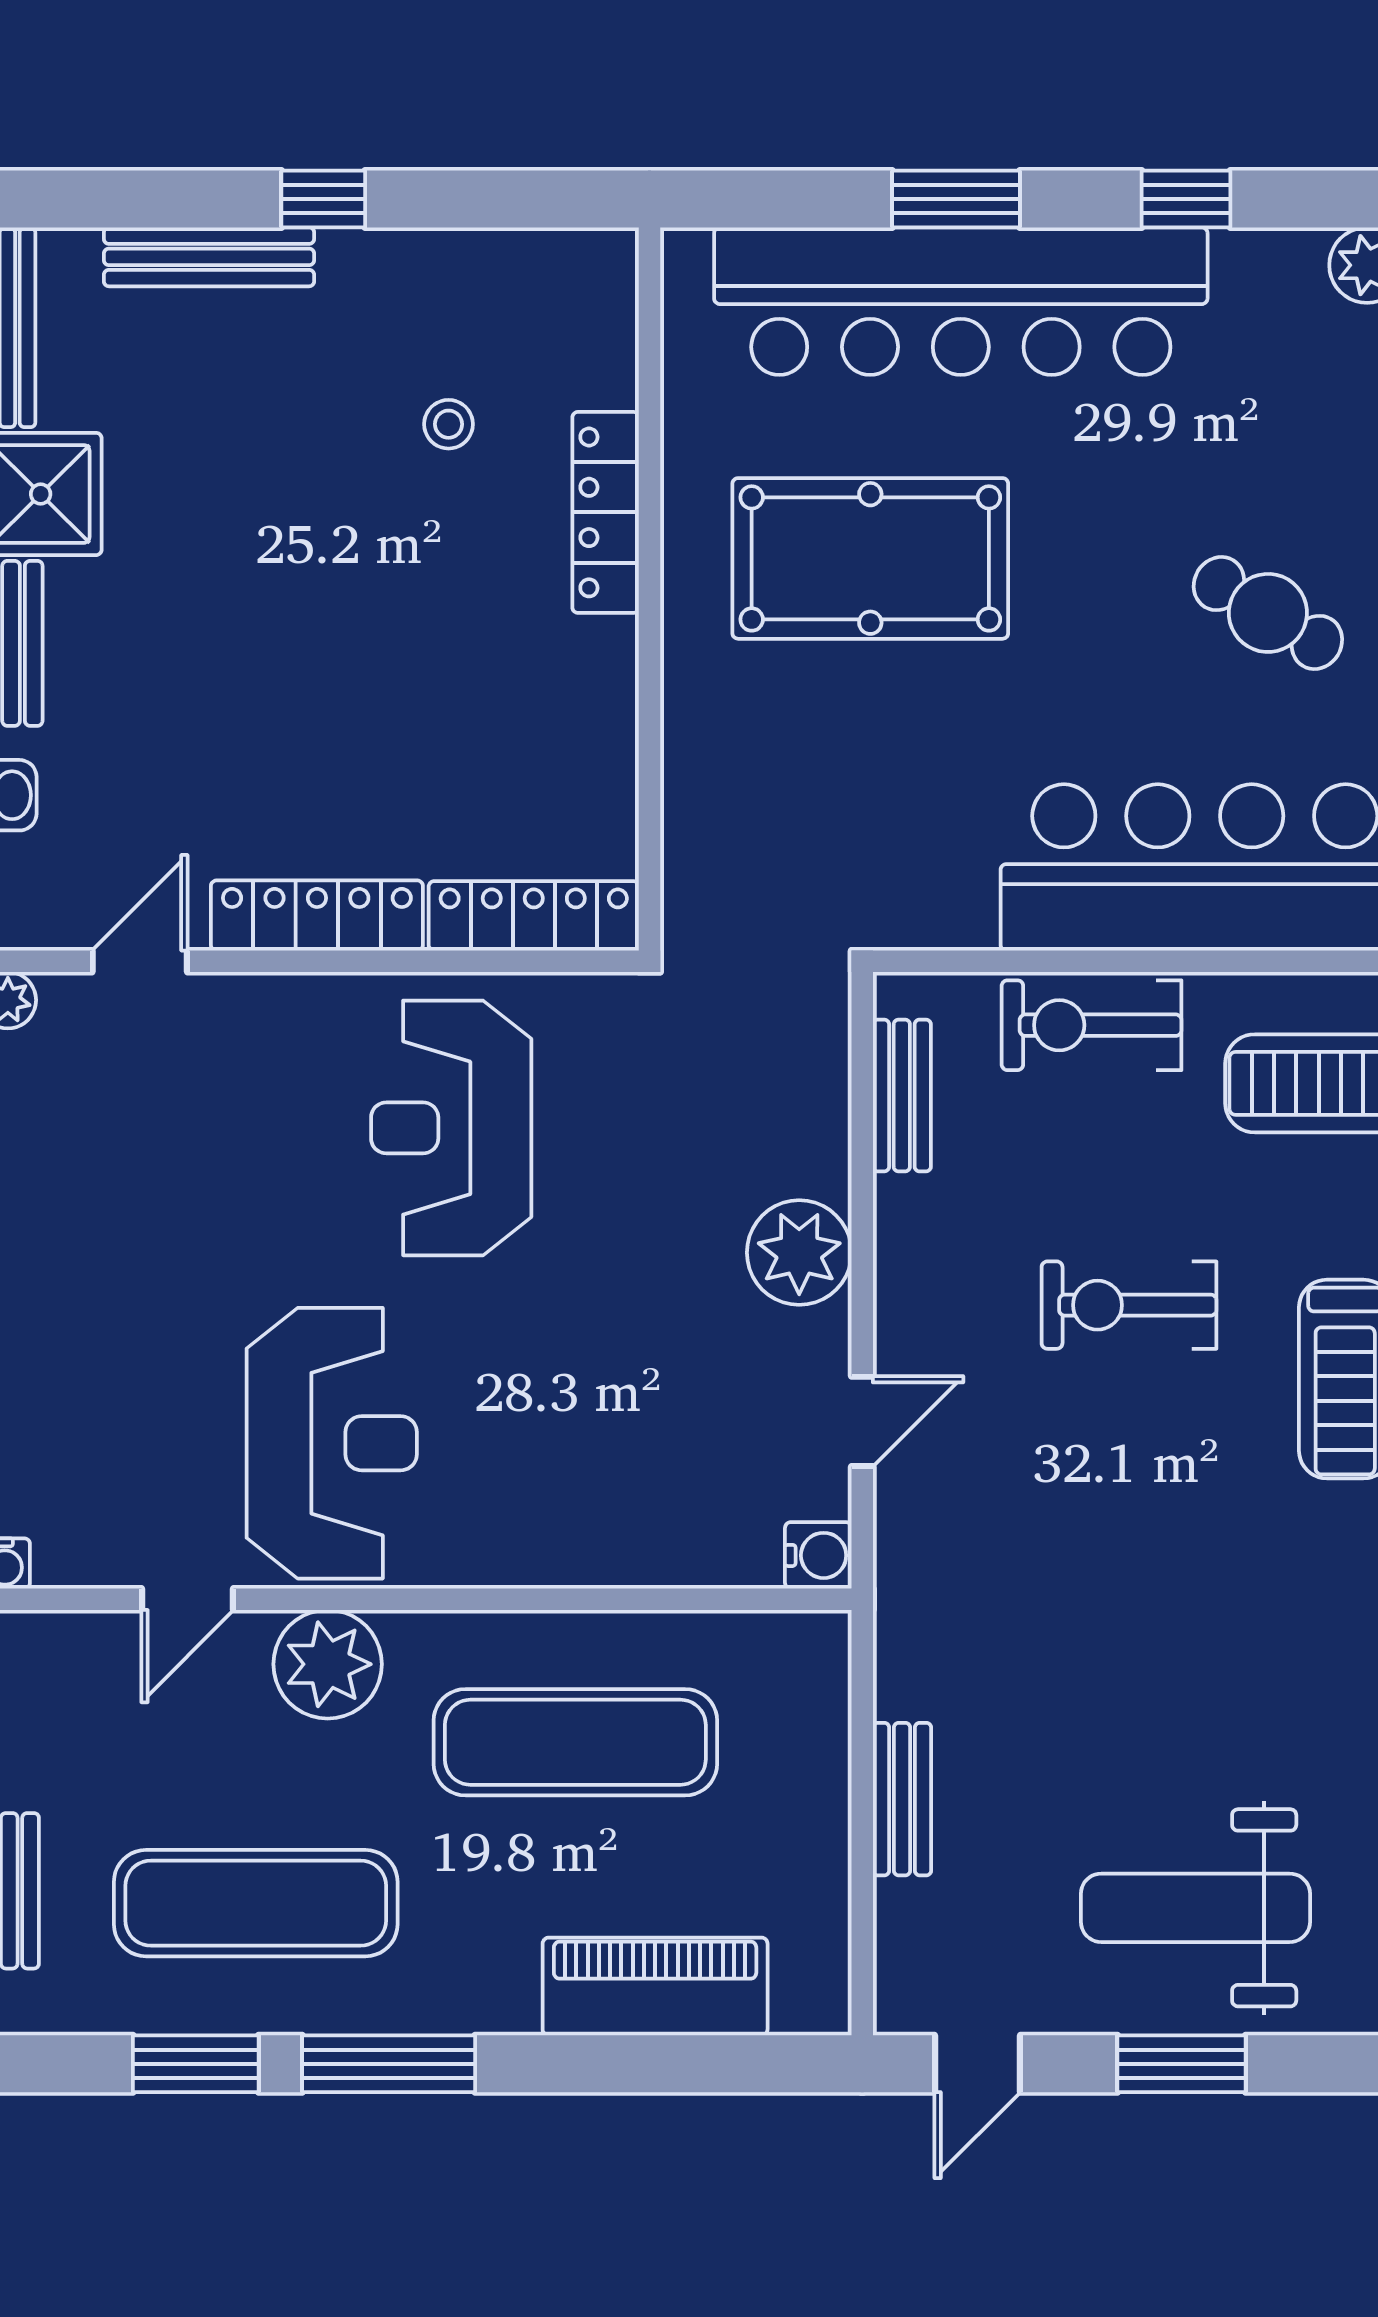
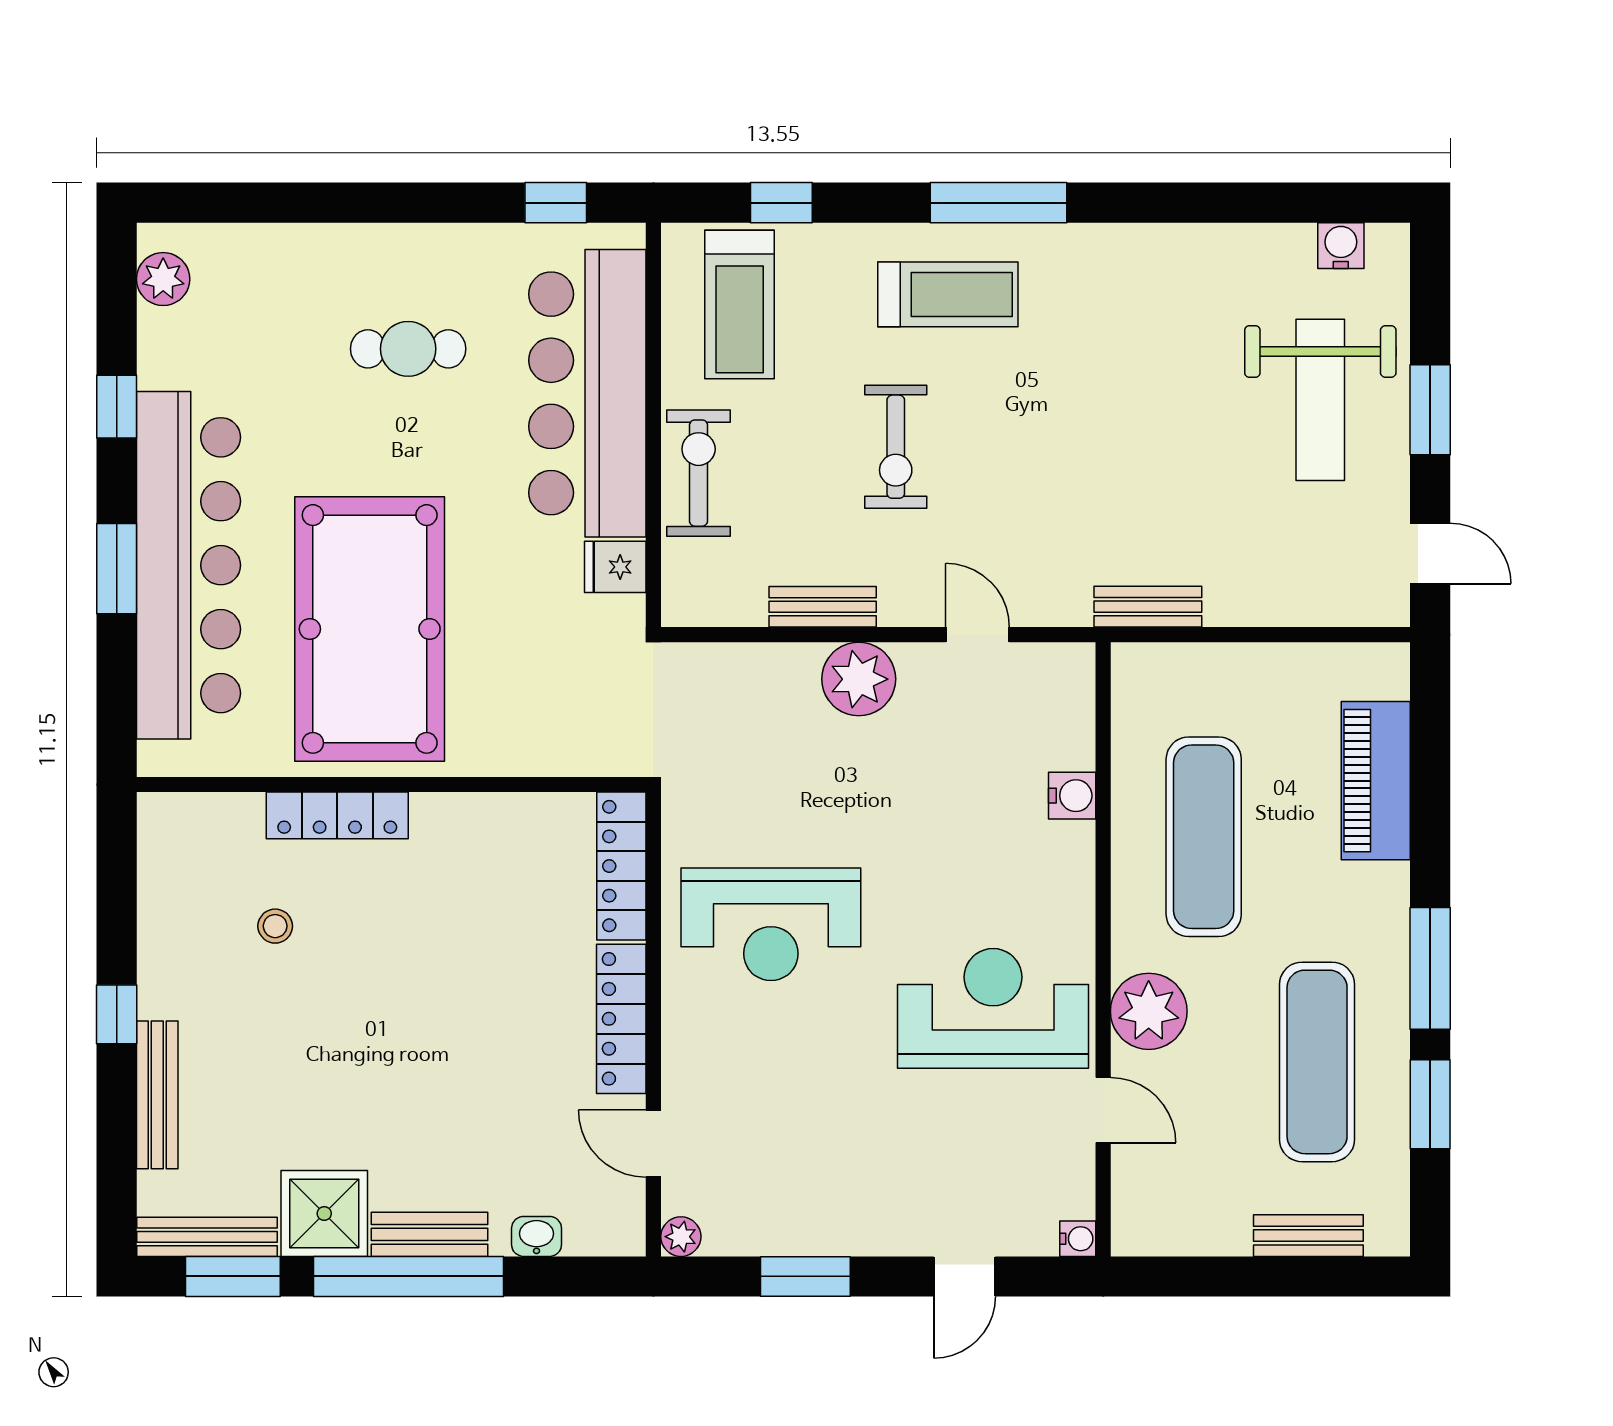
pool table: (870, 558) -> (370, 629), width x1.36, depth x1.32
cafe table: (1268, 613) -> (408, 349), turned 59
fridge: (958, 907) -> (615, 567), added
exercise bike: (1092, 1025) -> (699, 473), turned 180
bench: (902, 1096) -> (823, 607), moved
water cooler: (818, 1555) -> (1072, 796), moved, turned 90
bench: (902, 1799) -> (1148, 607), moved

